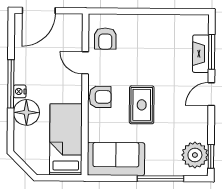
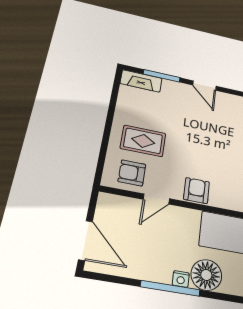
armchair: (105, 39) -> (132, 173), turned 180
fireplace: (201, 54) -> (141, 81), moved
rug: (142, 105) -> (143, 141), moved

